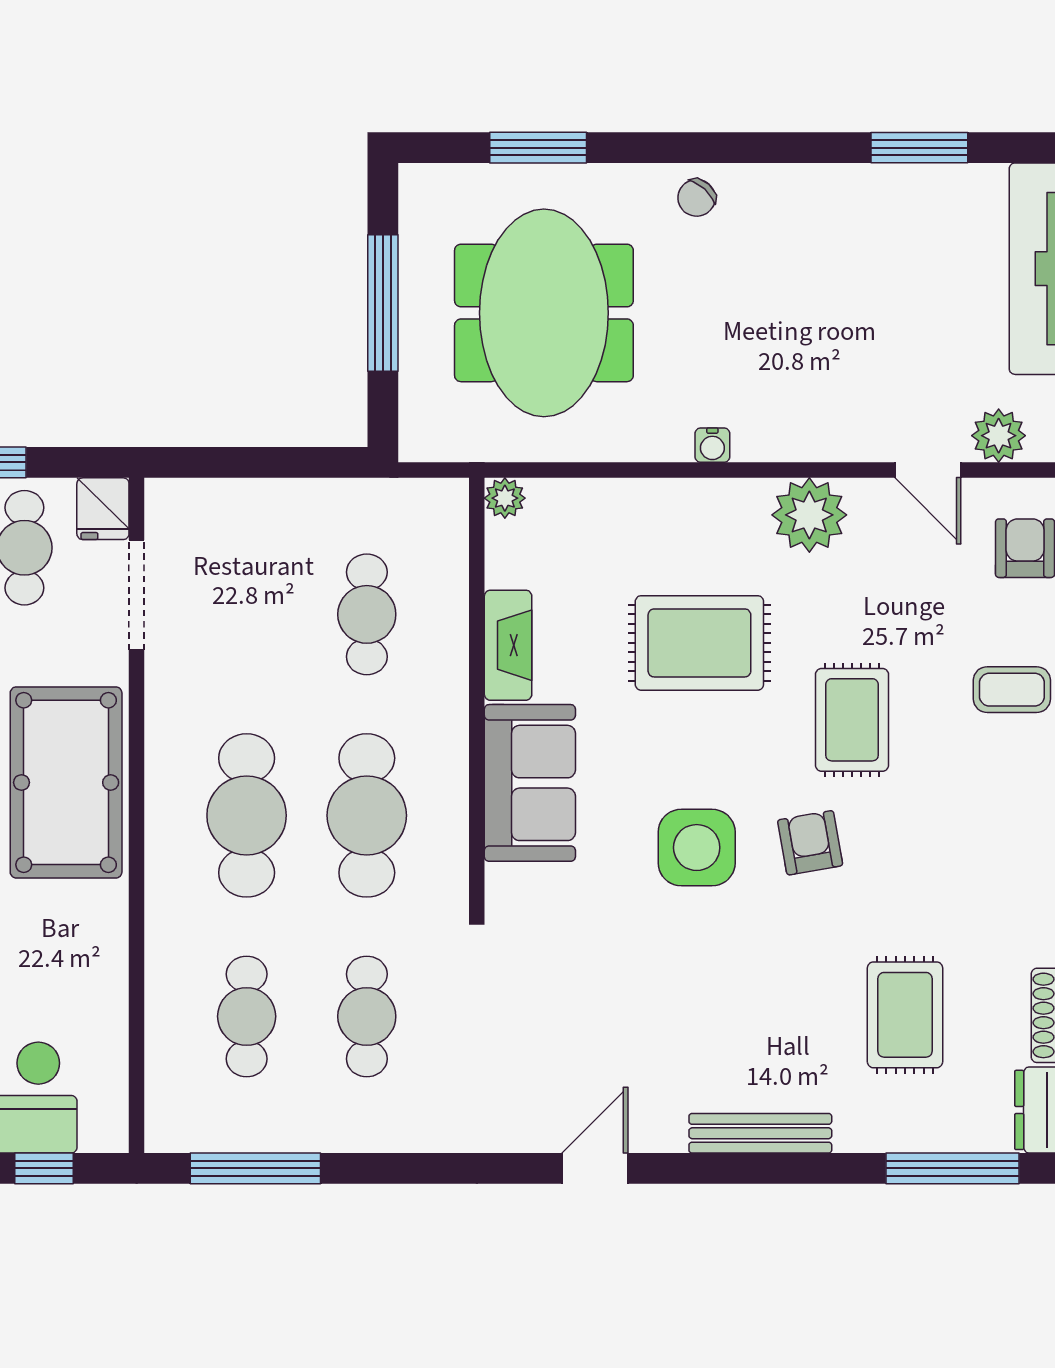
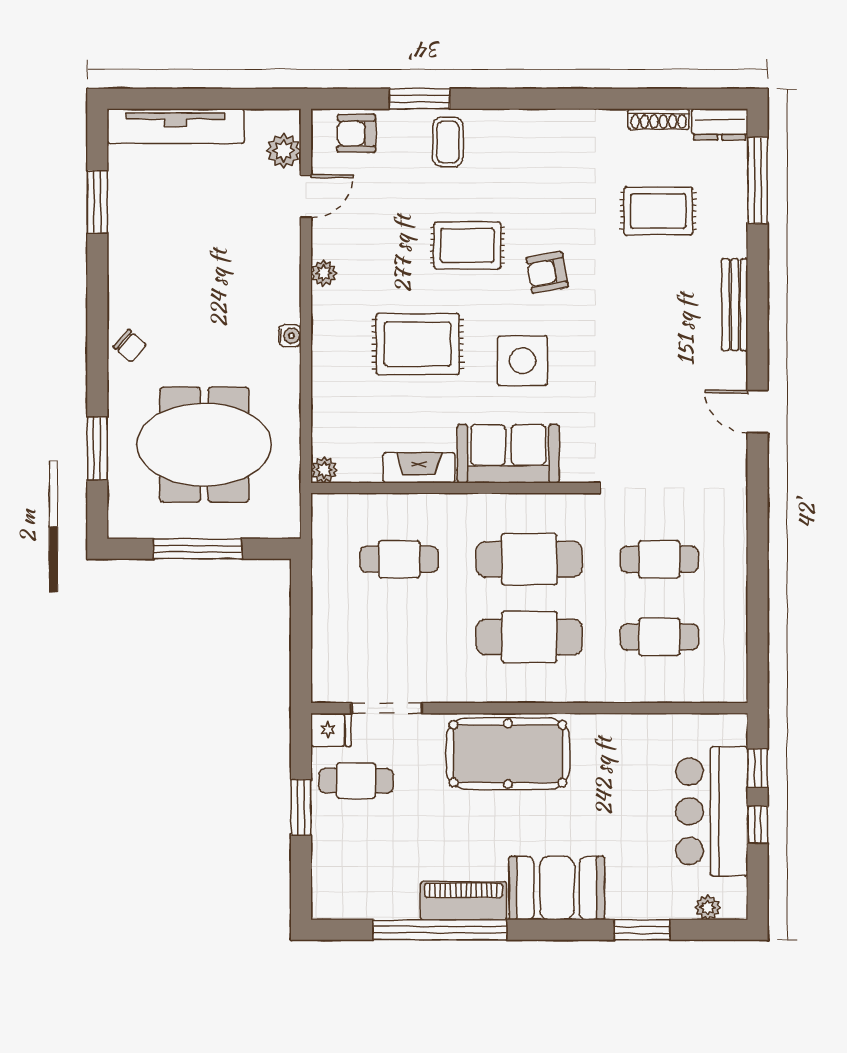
plant: (809, 515) -> (324, 273), width x0.53, depth x0.53
rug: (699, 643) -> (418, 344), turned 90
side table: (697, 848) -> (522, 361), moved
window: (255, 1168) -> (758, 631), removed

